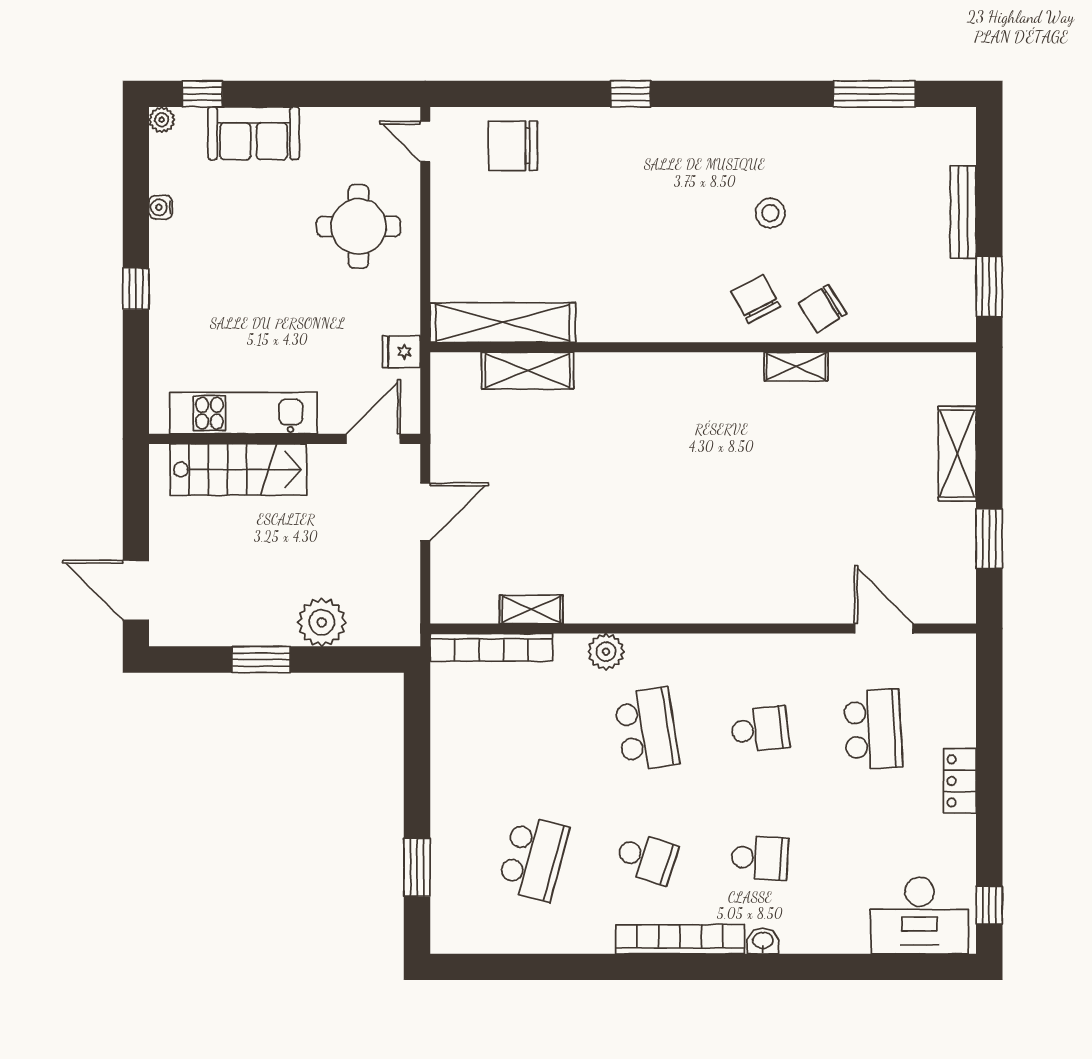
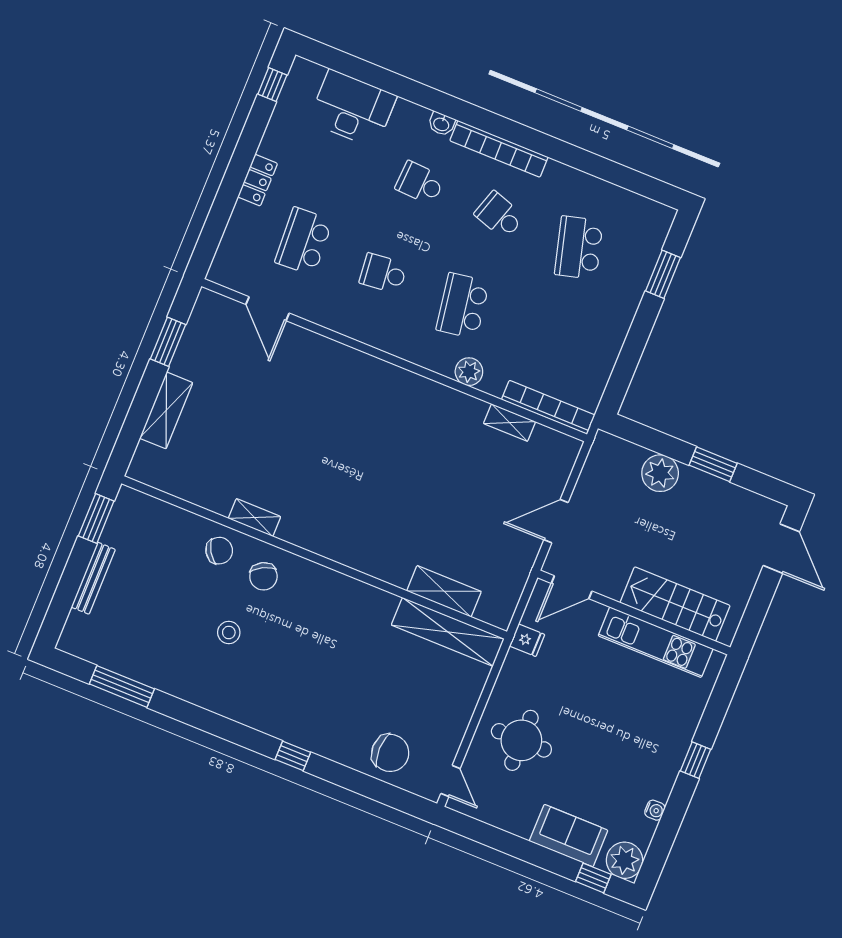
plant: (162, 120) -> (625, 860), width x1.88, depth x1.88
school desk: (533, 858) -> (579, 248), turned -30
desk: (920, 916) -> (353, 109), moved

